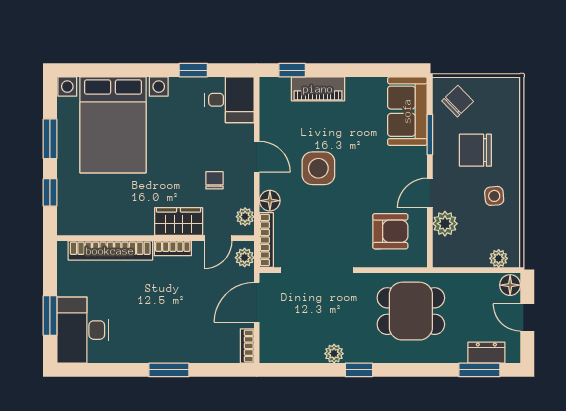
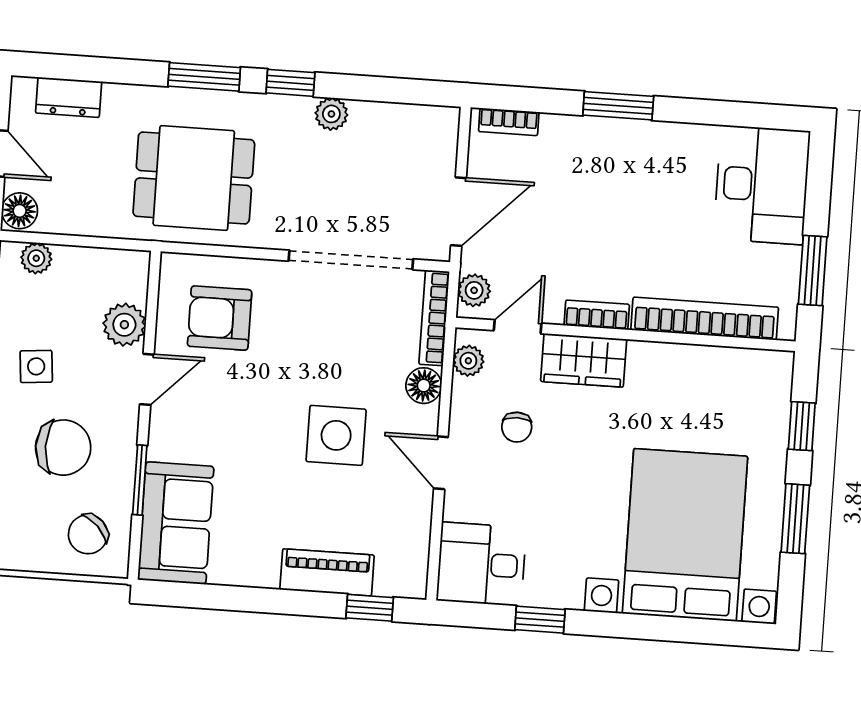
window: (50, 316) -> (813, 271), moved
bookcase: (247, 346) -> (509, 122), moved, turned 90
window: (479, 370) -> (204, 77), moved

